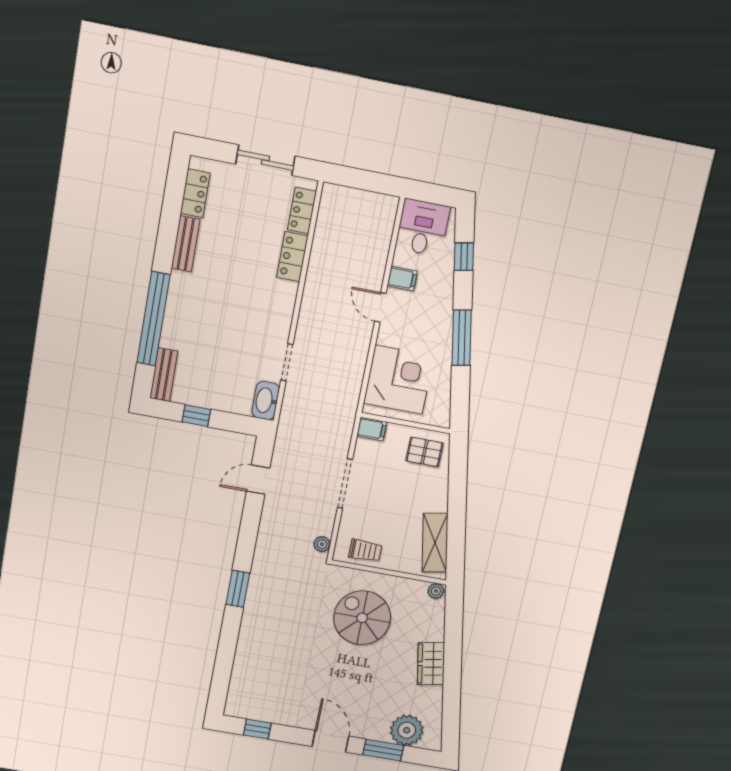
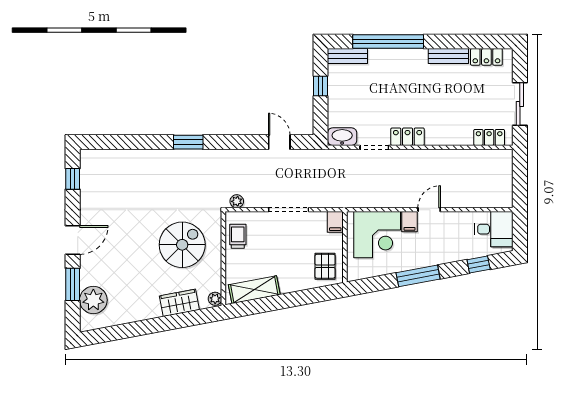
locker: (292, 257) -> (408, 137), moved
filing cabinet: (402, 278) -> (410, 222), moved
trolley: (365, 551) -> (238, 236), turned 180
wardrobe: (431, 664) -> (179, 303), moved

